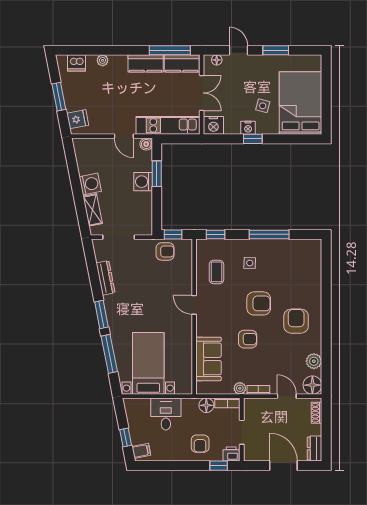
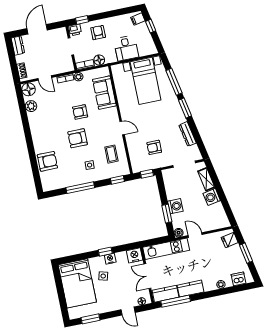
window: (276, 50) -> (90, 319), moved
armchair: (165, 251) -> (154, 147), moved
armchair: (296, 321) -> (47, 161), moved, turned -90
door: (283, 466) -> (37, 29), swing flipped

